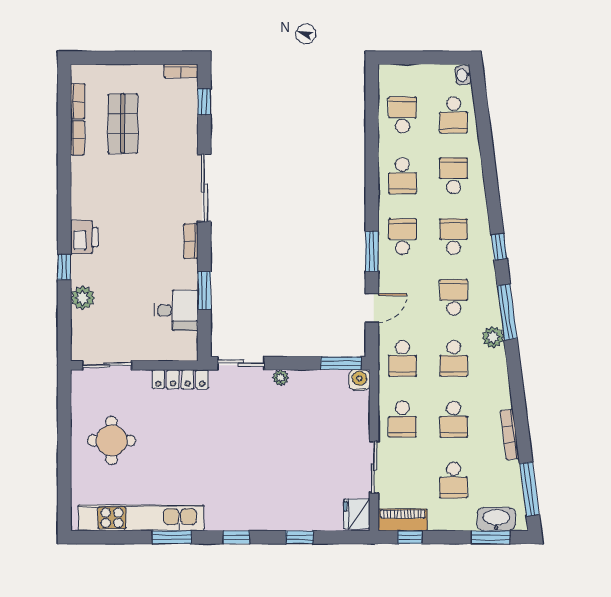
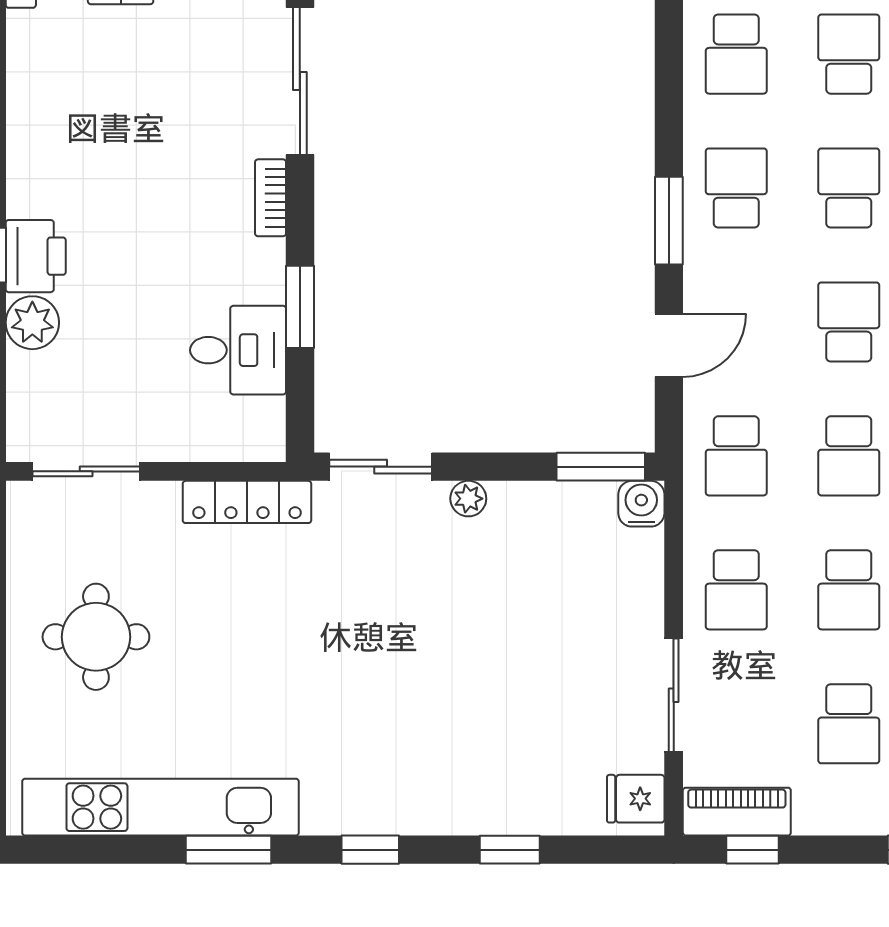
printer: (84, 237) -> (36, 256), moved
fridge: (357, 514) -> (636, 799), width x0.72

